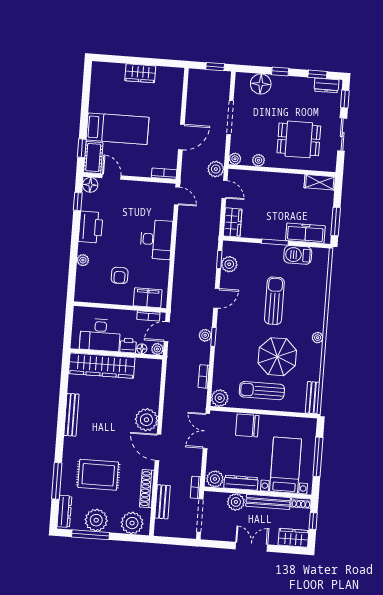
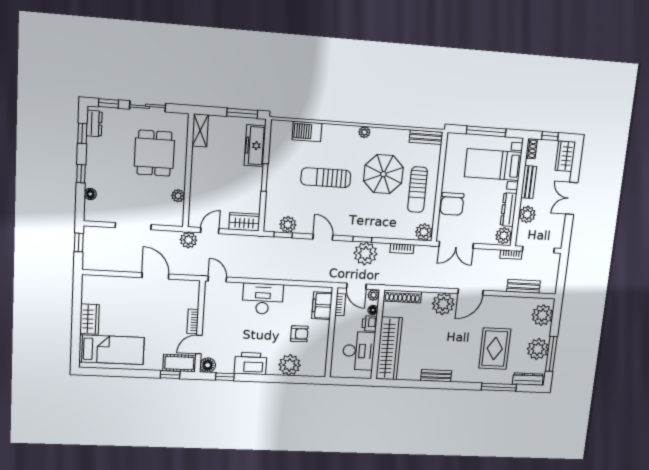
floor lamp: (261, 84) -> (90, 194), width x0.53, depth x0.53
bed: (118, 129) -> (112, 350), moved, turned 90
plant: (235, 159) -> (177, 220), removed
bookcase: (164, 174) -> (193, 321), moved
door: (177, 196) -> (217, 279), hinge flipped
barbecue: (298, 255) -> (307, 131), moved, turned 90
plant: (83, 260) -> (290, 365), width x1.88, depth x1.88
plant: (205, 335) -> (365, 254), width x1.88, depth x1.88
bench: (71, 415) -> (436, 376), width x0.73
shoe rack: (147, 489) -> (402, 296), moved
bench: (268, 502) -> (529, 182), width x0.73

